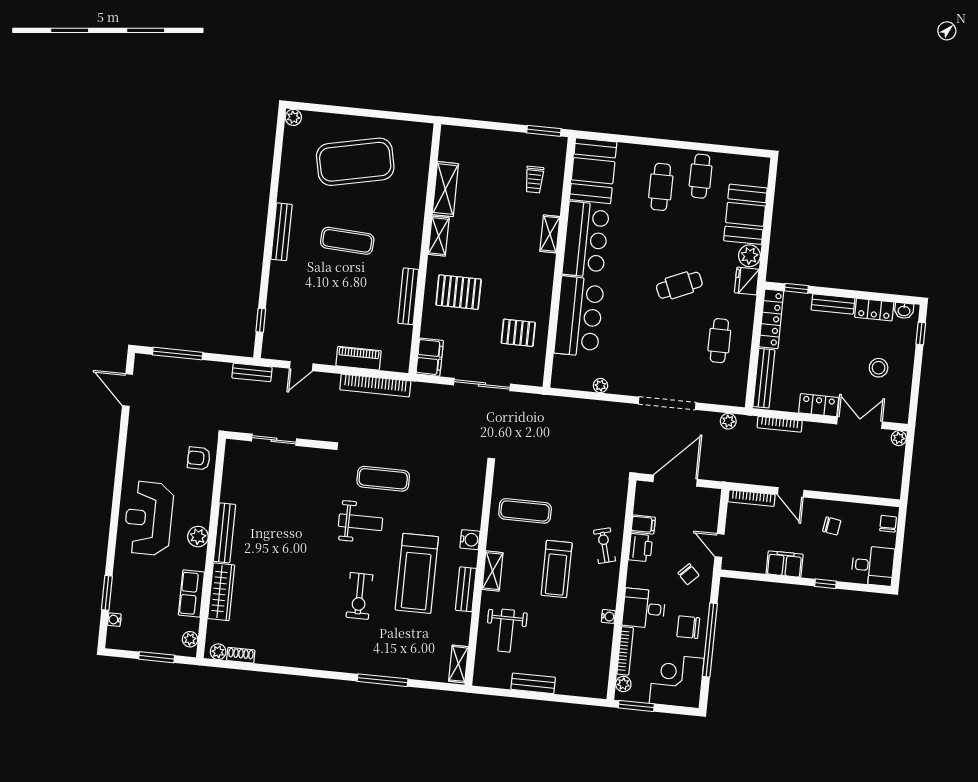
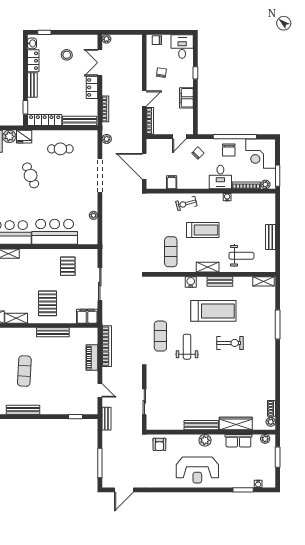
printer: (640, 548) -> (185, 182), removed

